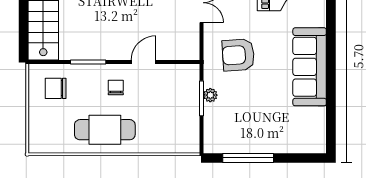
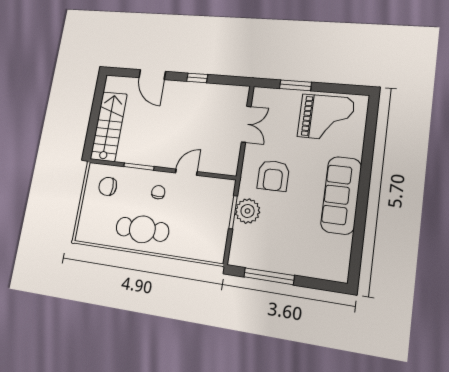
armchair: (238, 55) -> (273, 176), turned -86
plant: (210, 95) -> (248, 211), width x1.88, depth x1.88

